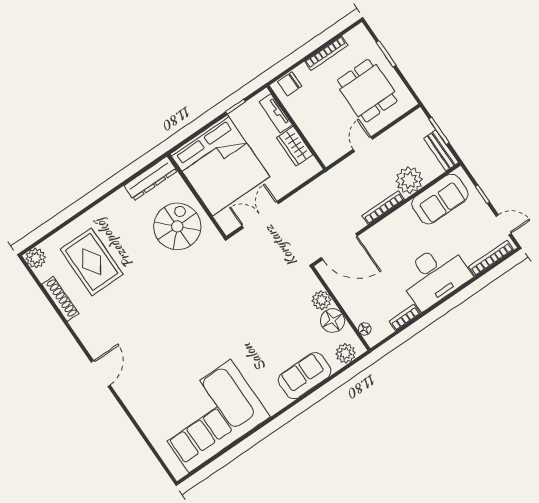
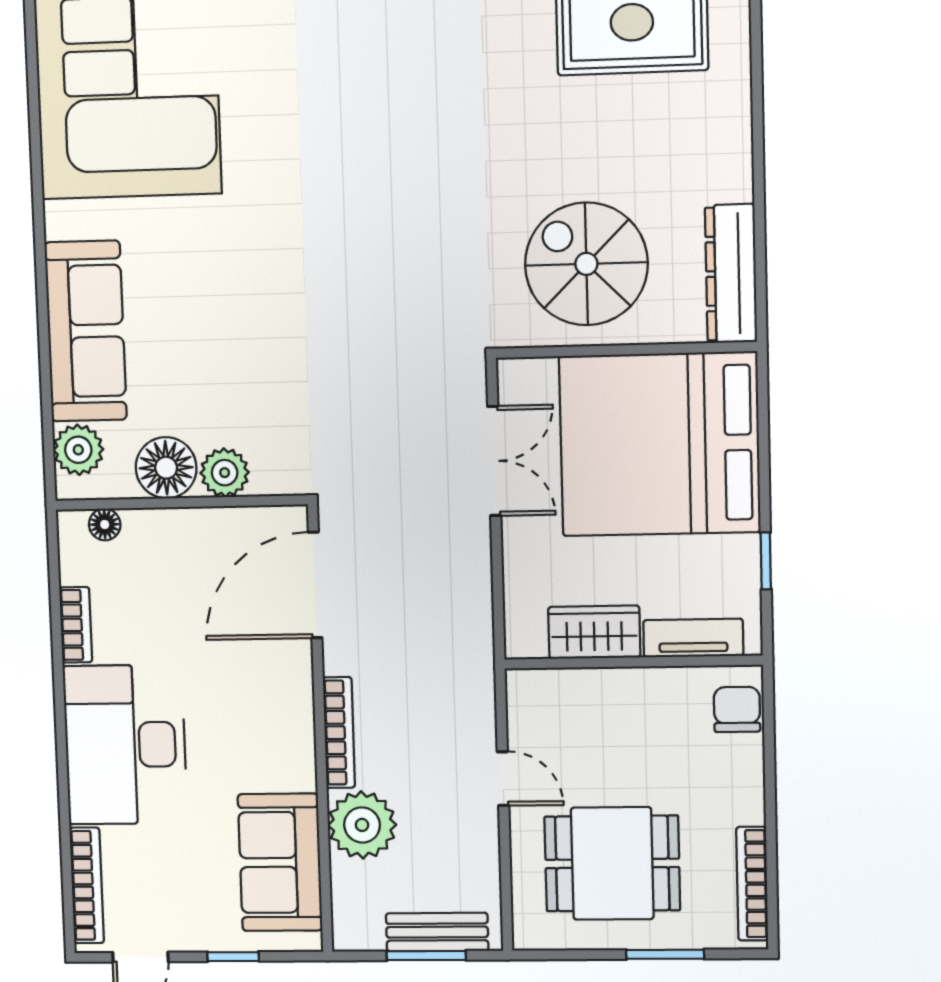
bookcase: (326, 53) -> (752, 884), moved
bench: (441, 150) -> (437, 932), moved
spiral stairs: (177, 226) -> (586, 264), turned 180
sofa: (305, 376) -> (86, 331), width x1.36

